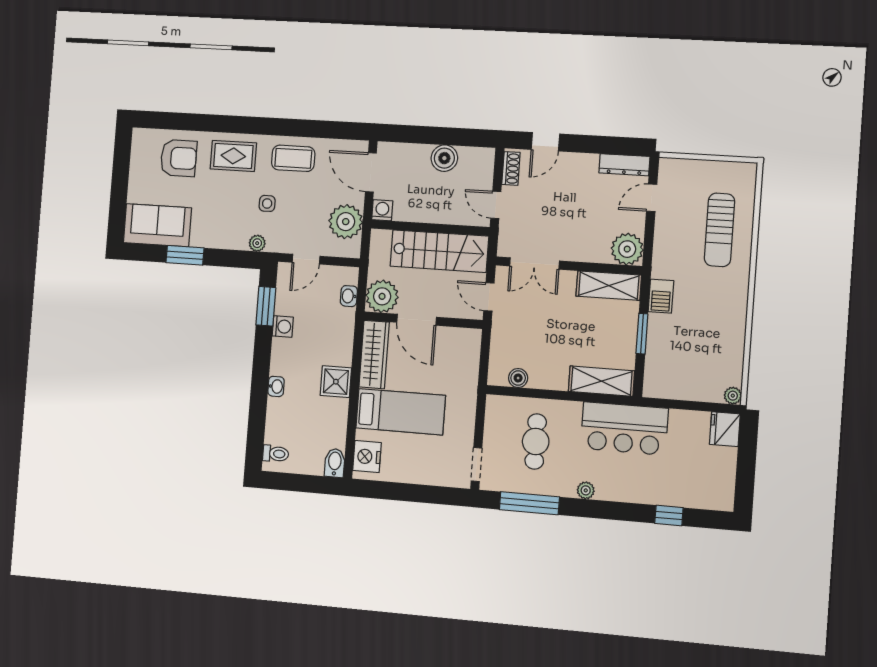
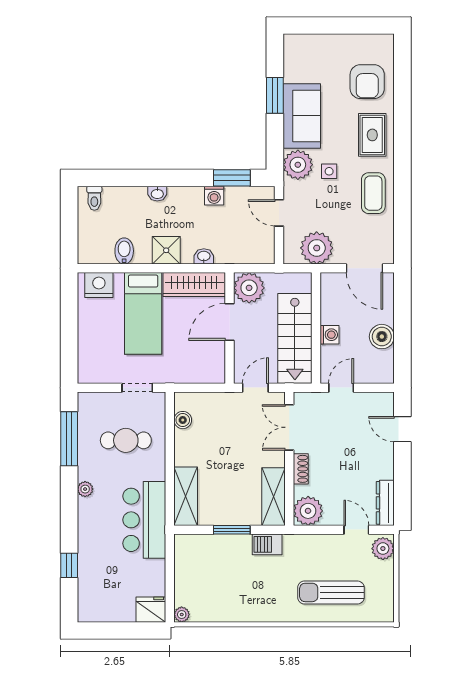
shoe rack: (511, 168) -> (301, 469), moved, turned -90
plant: (675, 170) -> (383, 549), added
door: (371, 172) -> (364, 268), swing flipped
washing machine: (382, 210) -> (329, 335), moved
sofa: (157, 225) -> (302, 116), moved
plant: (257, 243) -> (298, 165), width x1.88, depth x1.88
washbasin: (349, 296) -> (204, 256), moved
bidet: (335, 463) -> (124, 251), moved, turned -90
doorway: (477, 464) -> (137, 388), moved

